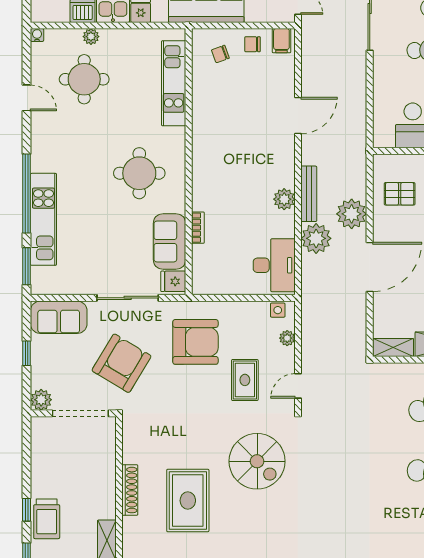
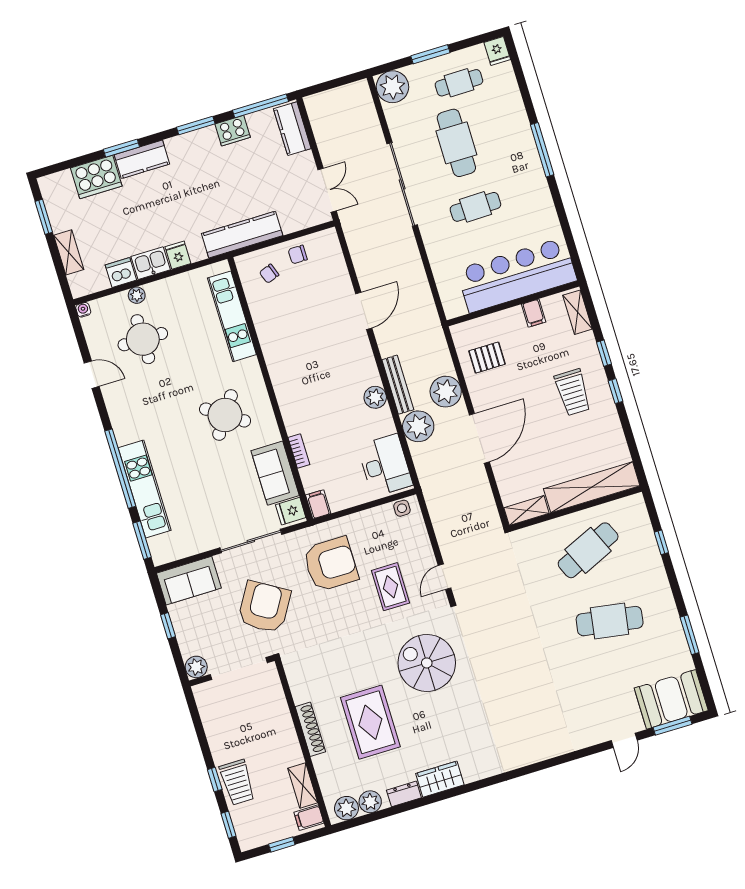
filing cabinet: (281, 41) -> (318, 504), moved, turned 180
round table: (139, 173) -> (225, 415), turned 34
plant: (287, 338) -> (420, 533), removed
spiral stairs: (257, 461) -> (427, 663), turned 180

